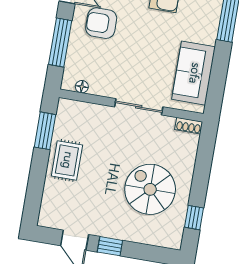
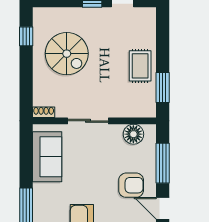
floor lamp: (82, 87) -> (133, 134), width x1.89, depth x1.89

